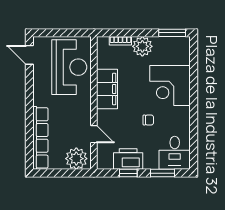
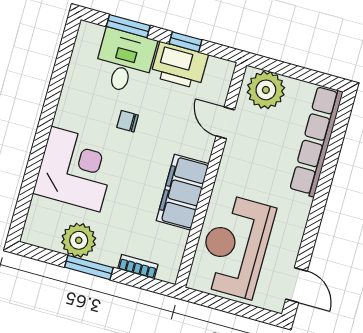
window: (172, 33) -> (89, 267), moved
plant: (142, 46) -> (79, 240), moved
desk: (175, 153) -> (125, 61), moved

